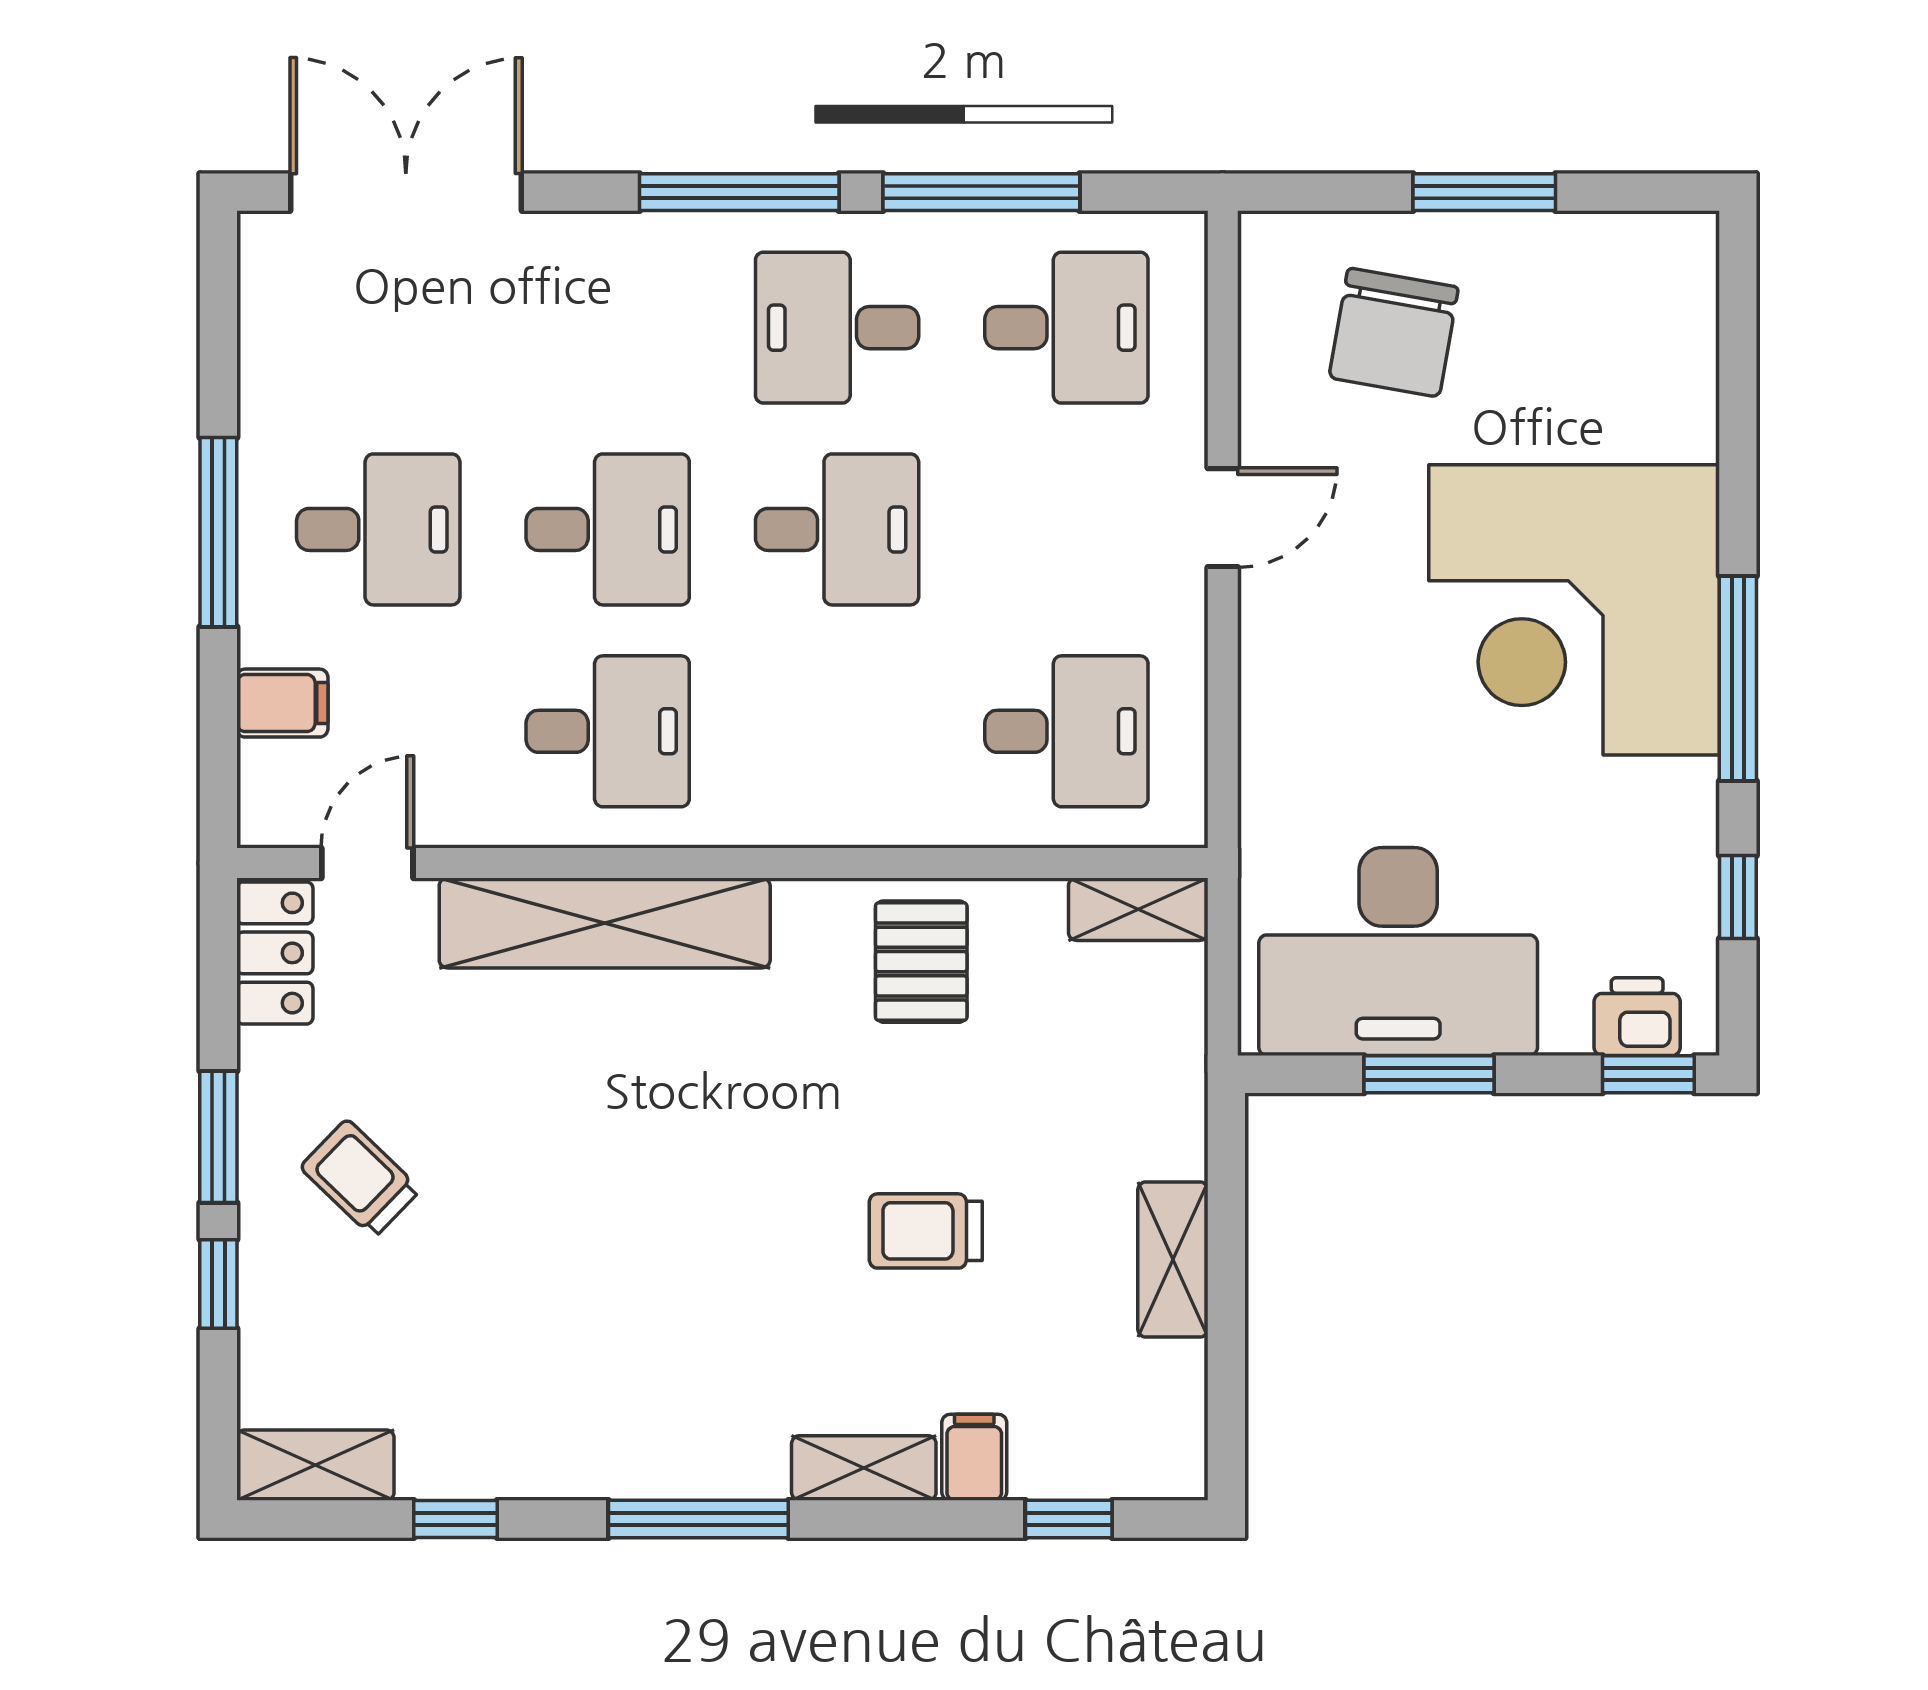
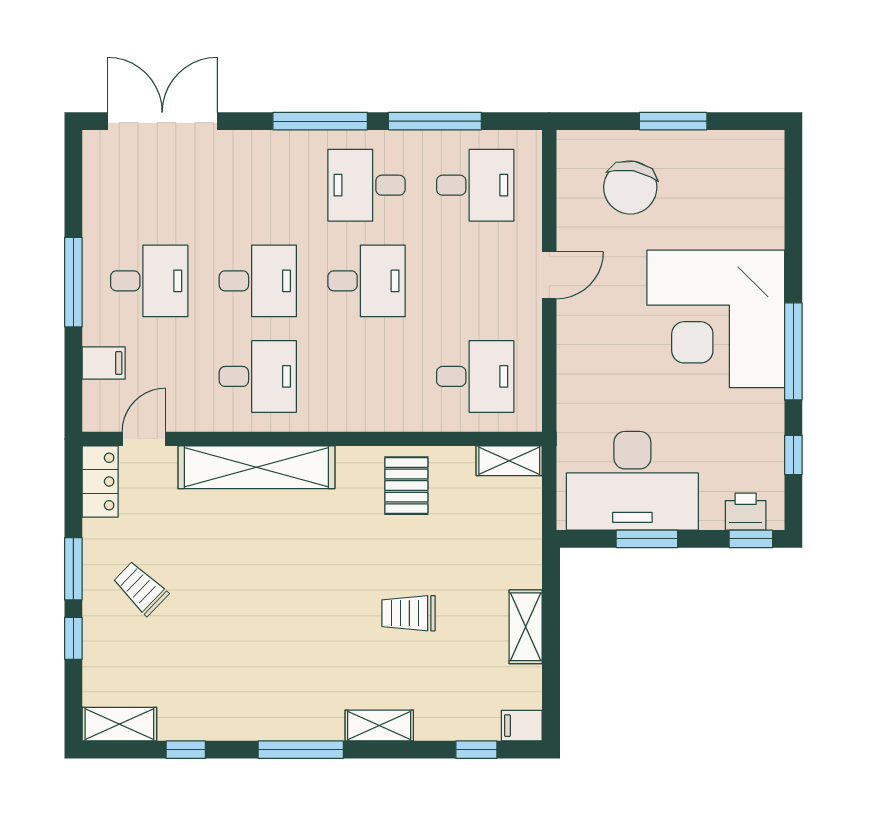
filing cabinet: (974, 1457) -> (522, 726), moved, turned -90

